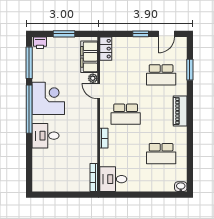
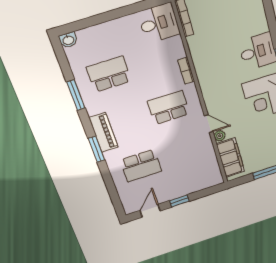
locker: (106, 49) -> (214, 173), removed
window: (190, 70) -> (96, 149), moved
school desk: (161, 75) -> (141, 166), turned 180
window: (190, 146) -> (76, 95), added

